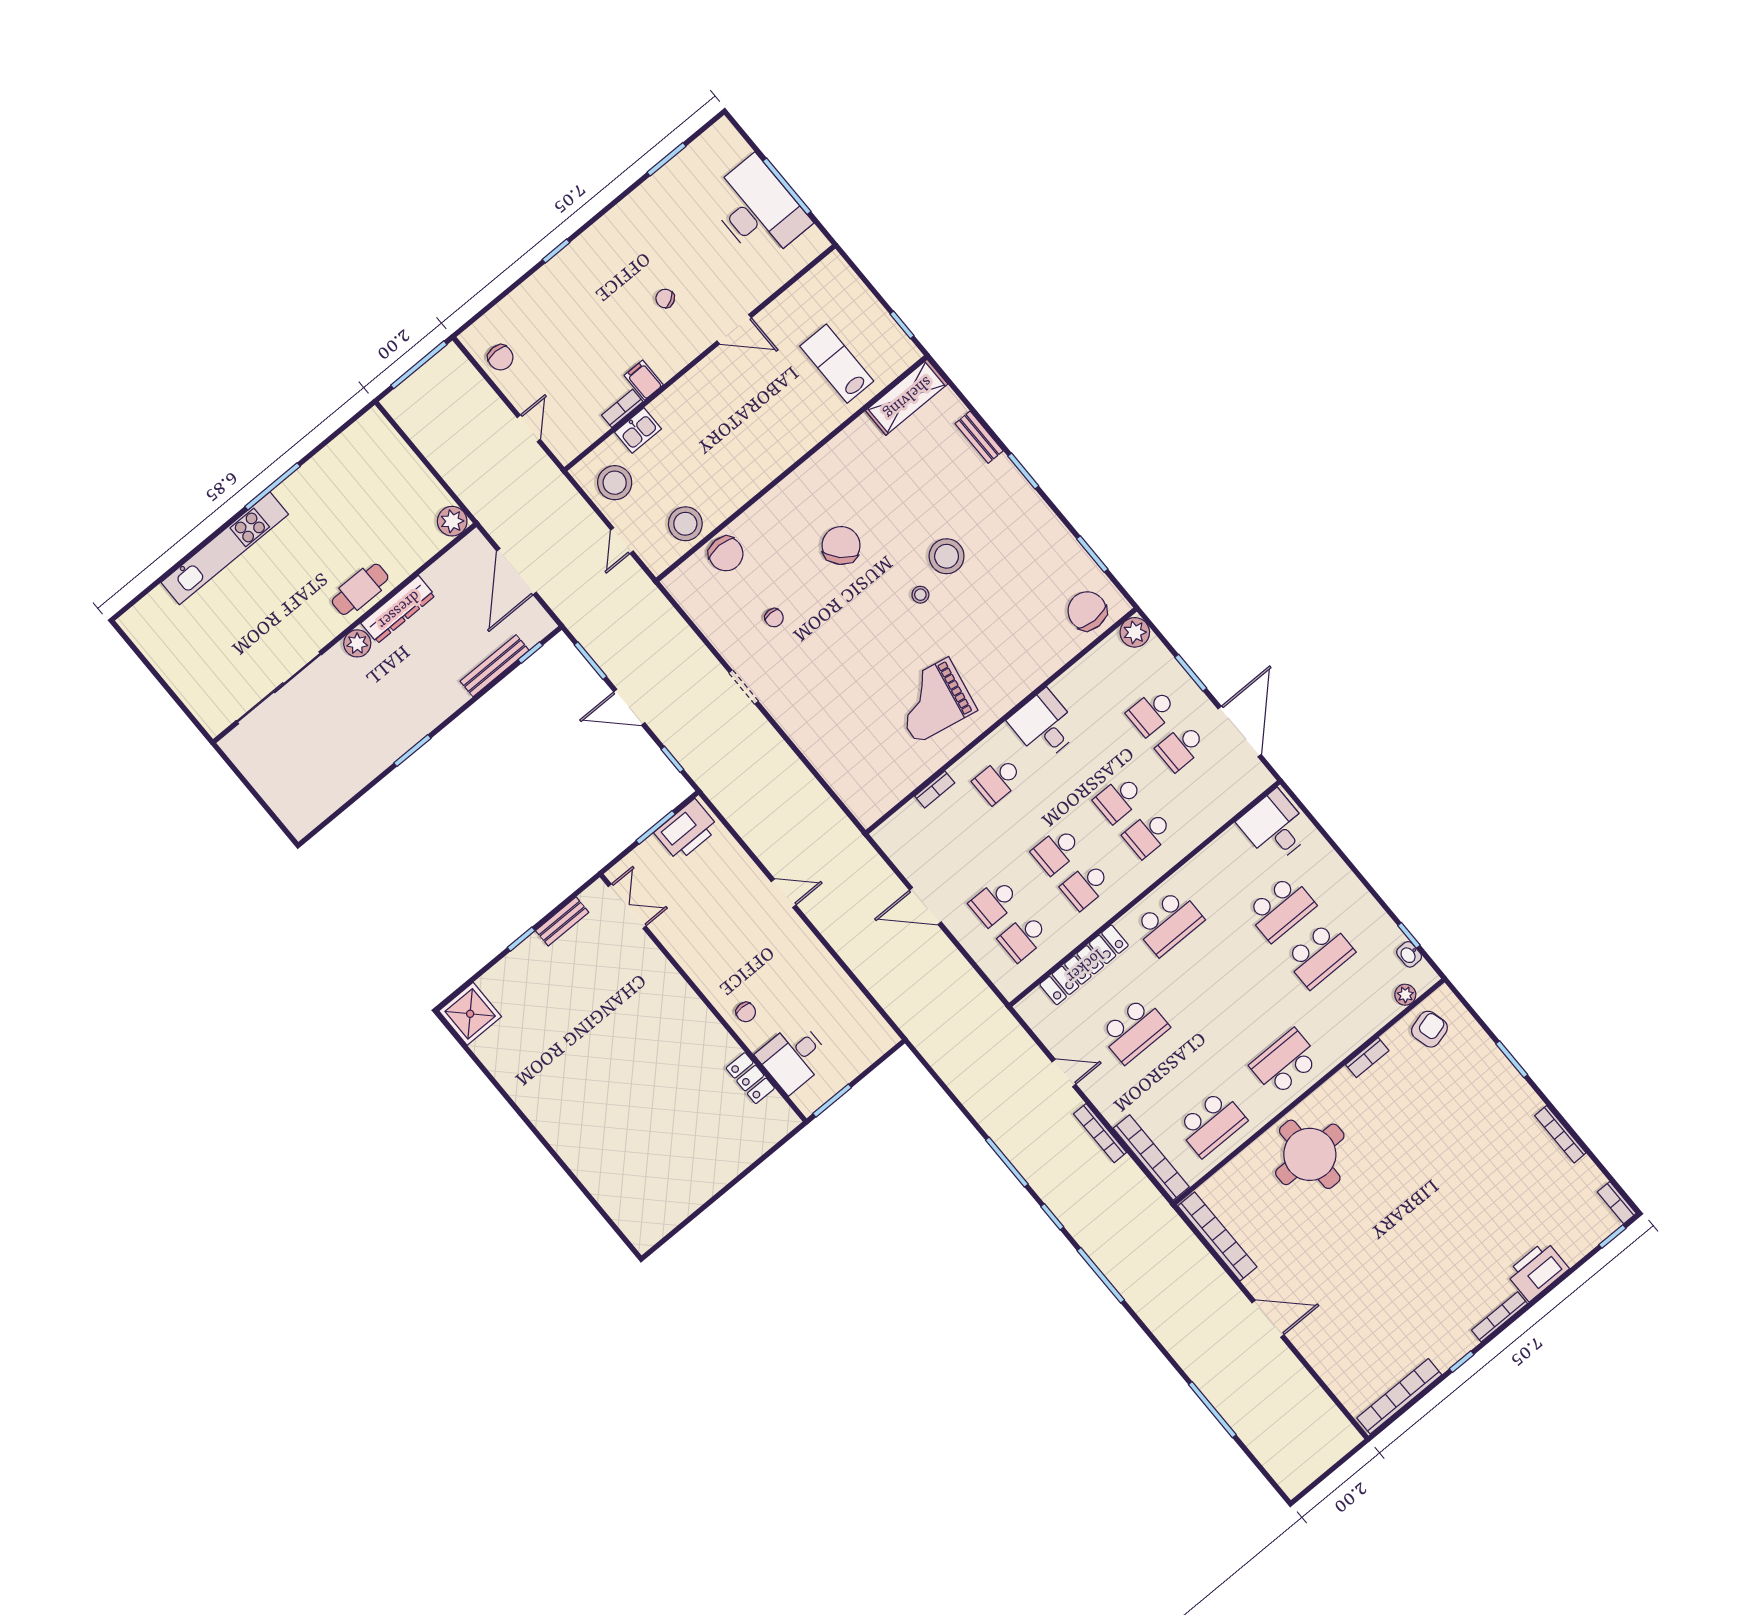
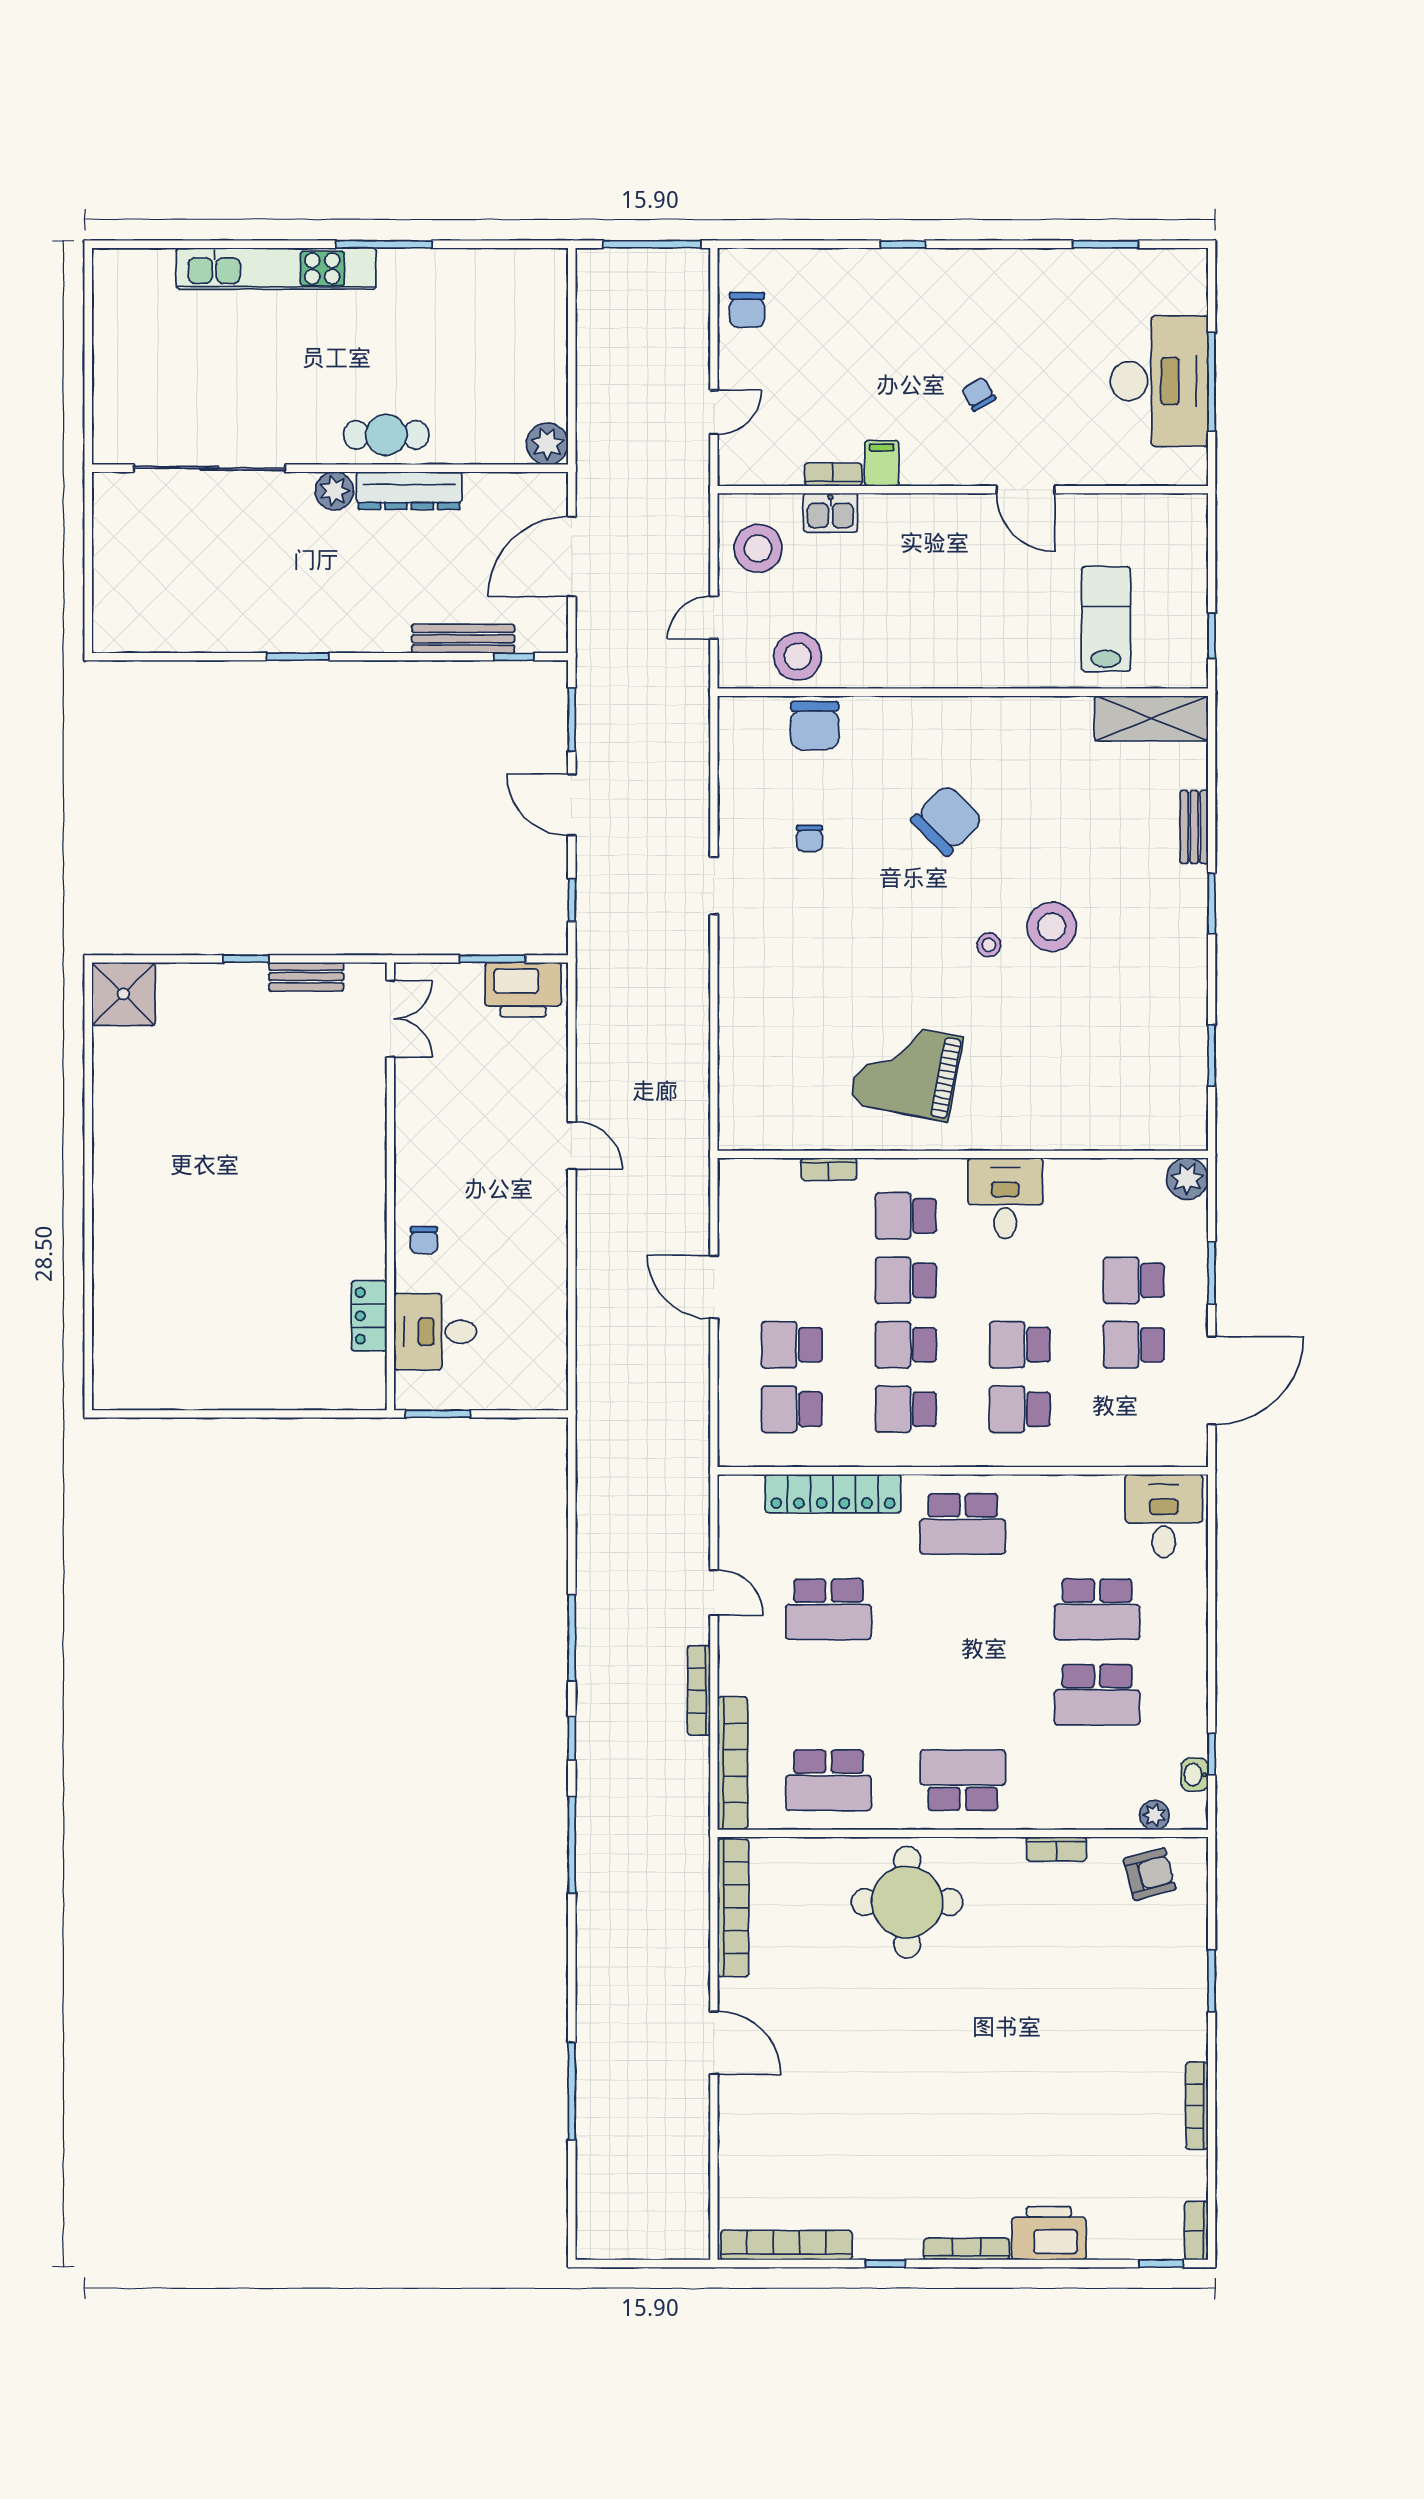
chair: (1087, 611) -> (1155, 1113), removed
school desk: (1027, 815) -> (906, 1280), added

